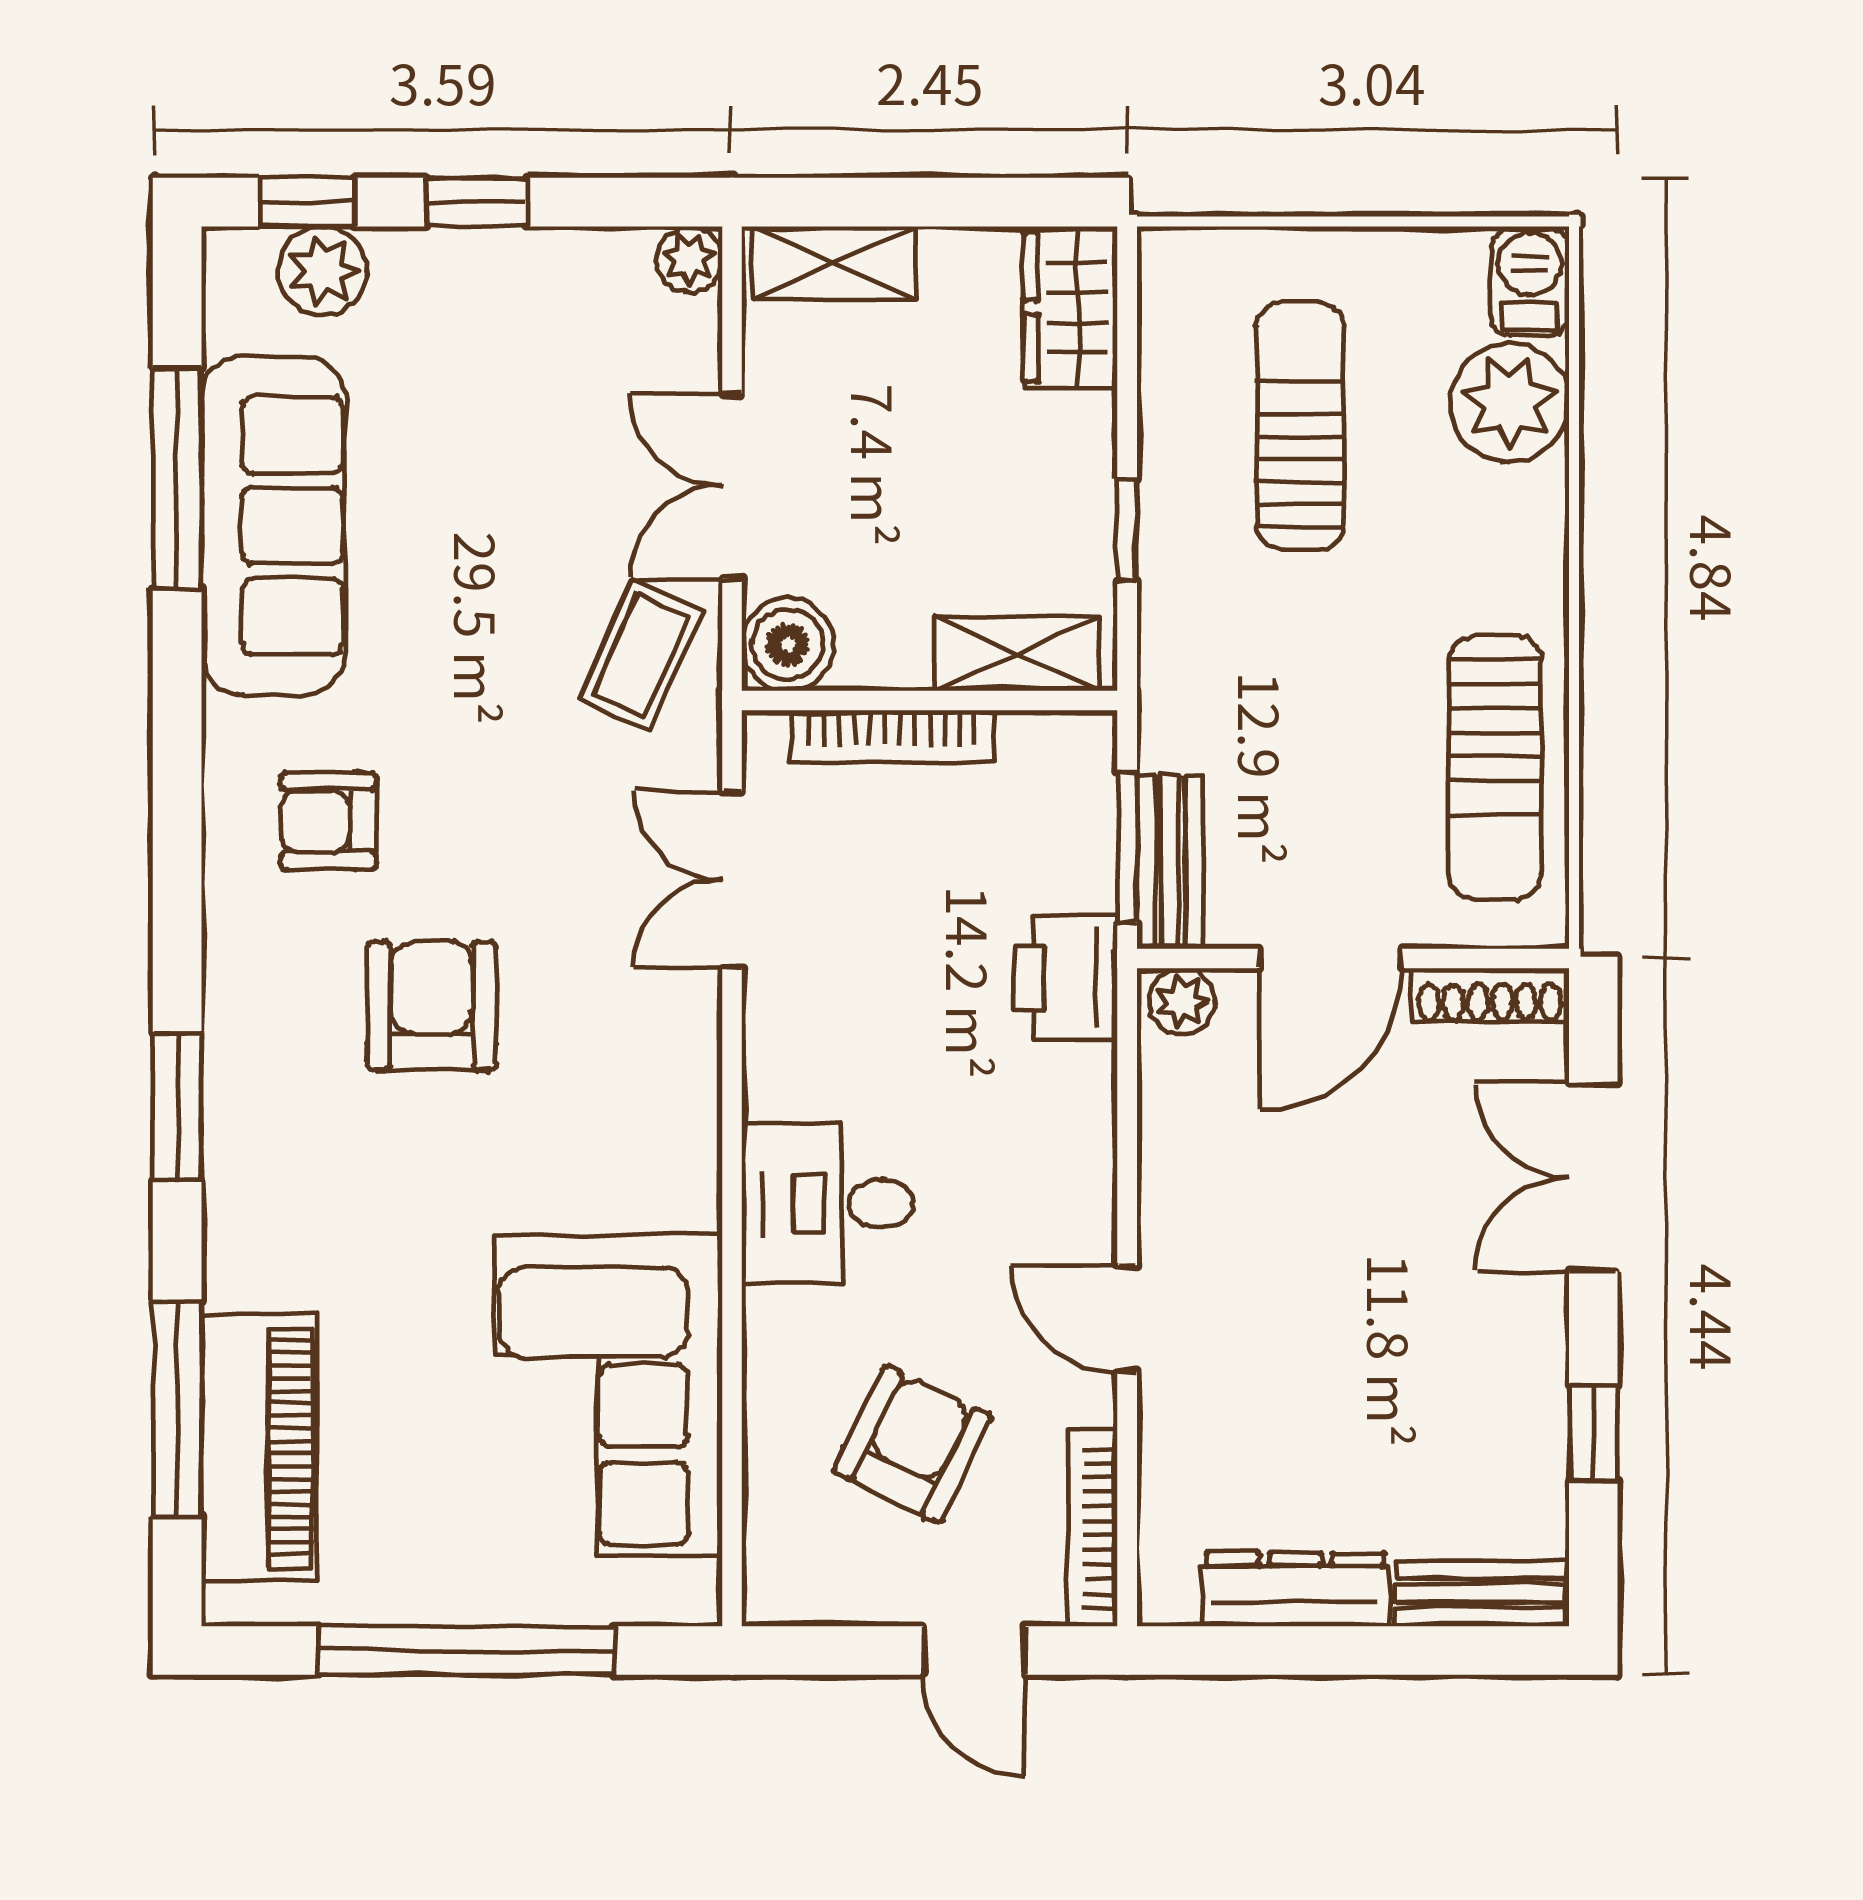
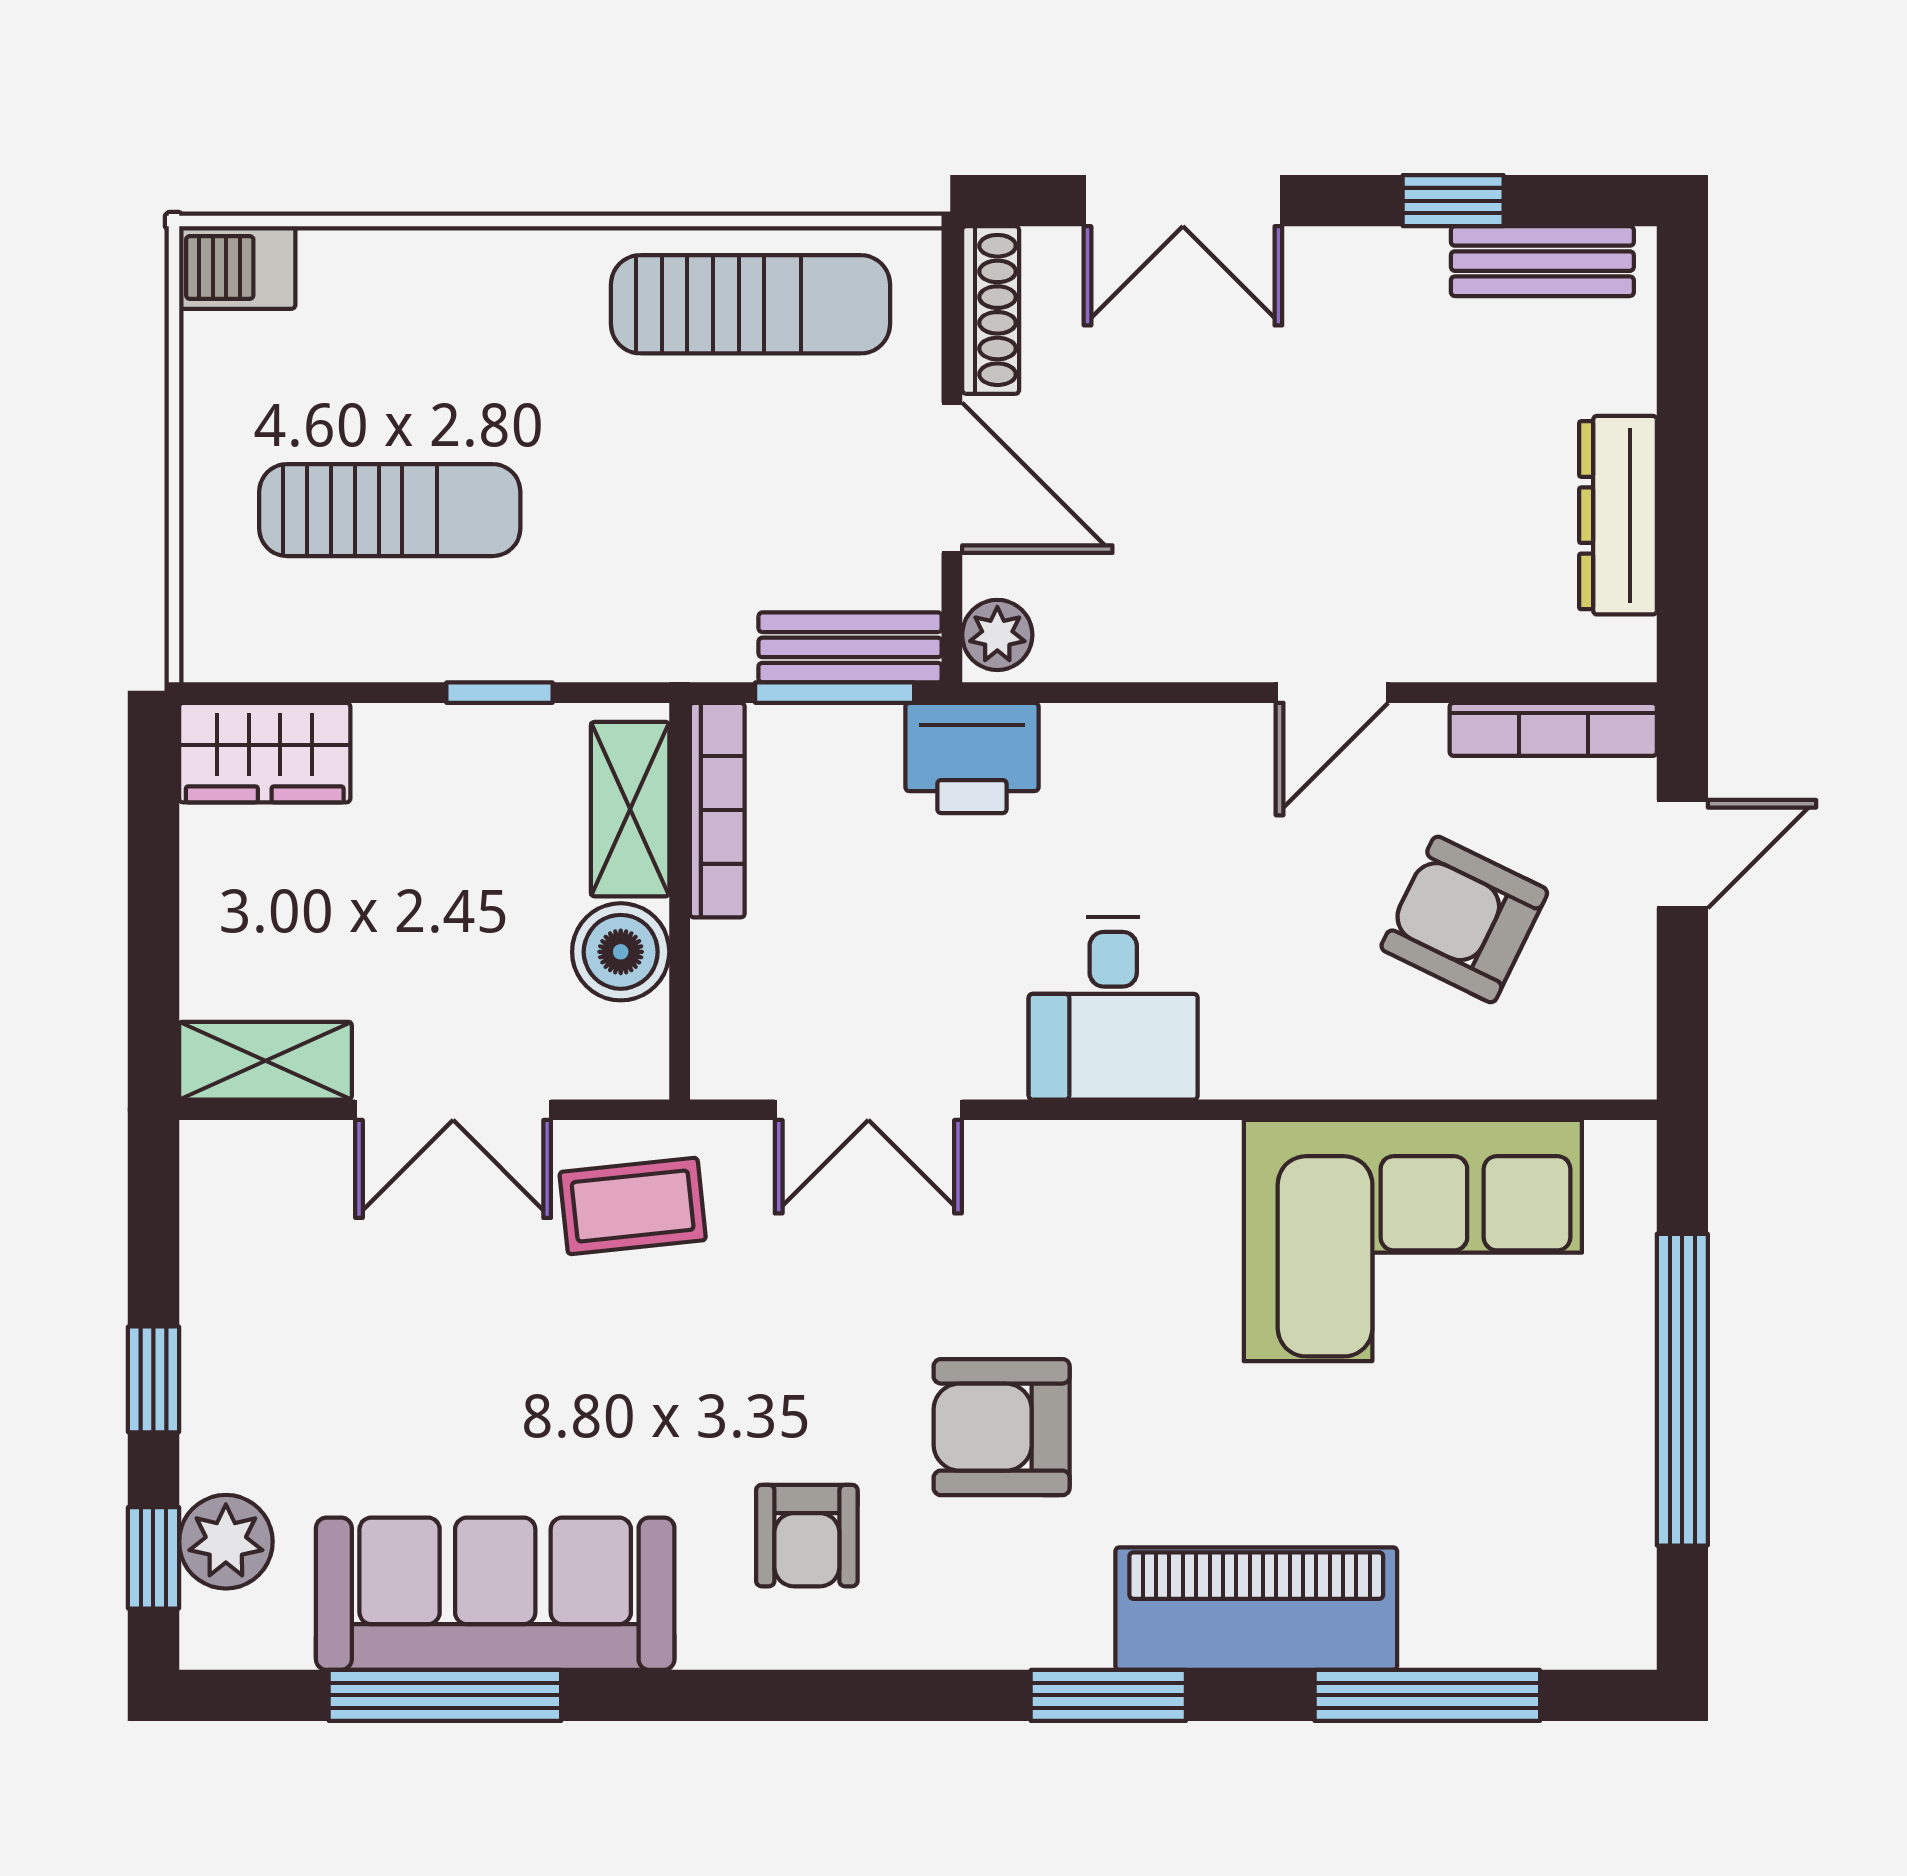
plant: (689, 259) -> (214, 1155), removed
shelving: (834, 263) -> (265, 1061), moved, turned 90
plant: (1510, 402) -> (365, 289), removed
sun lounger: (1300, 426) -> (390, 510), turned 180
boiler: (788, 645) -> (621, 952), moved
coffee table: (641, 656) -> (633, 1206), turned -30
bookcase: (892, 736) -> (717, 810), moved
desk: (828, 1204) -> (1113, 1008), moved
piano: (259, 1447) -> (1256, 1609), moved
bench: (1482, 1593) -> (1542, 261), moved, turned 90

